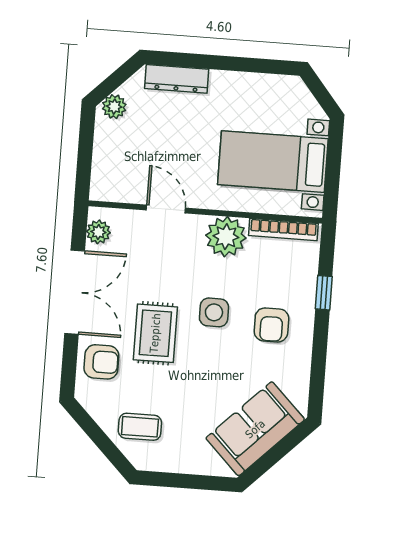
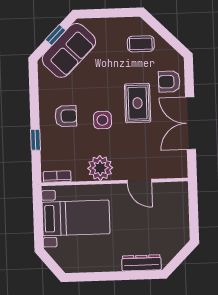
plant: (114, 107) -> (178, 241), removed
bookcase: (283, 229) -> (57, 177), width x0.64
plant: (98, 232) -> (180, 162), removed
armchair: (271, 325) -> (66, 116), turned 90
window: (274, 456) -> (55, 35), added

